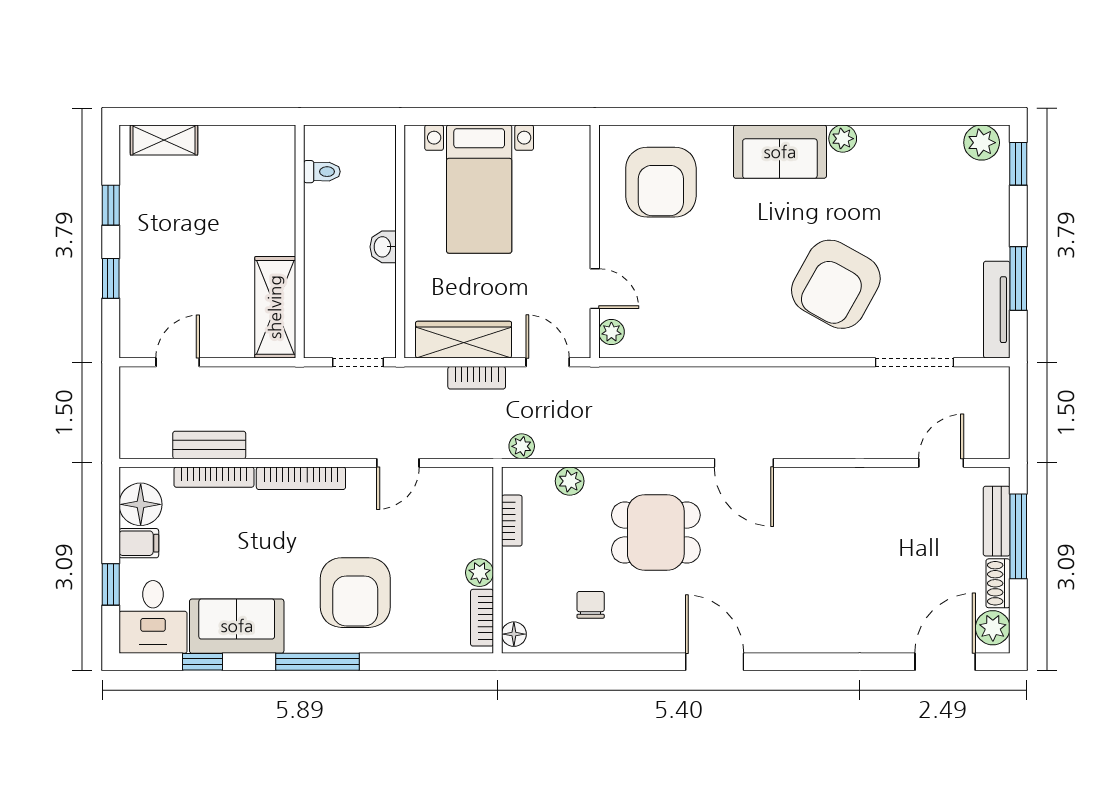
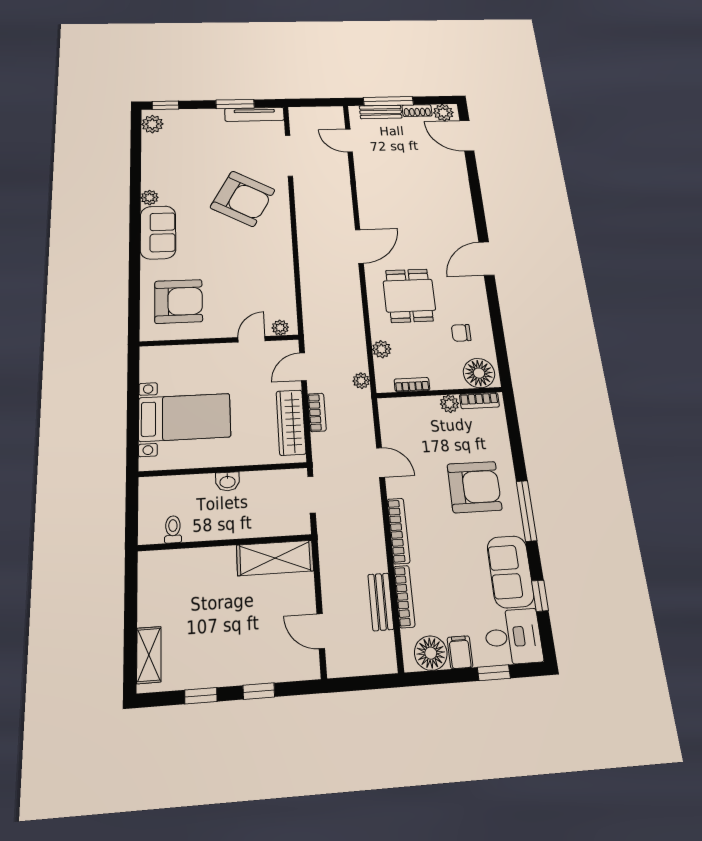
floor lamp: (514, 634) -> (479, 373), width x1.89, depth x1.89

